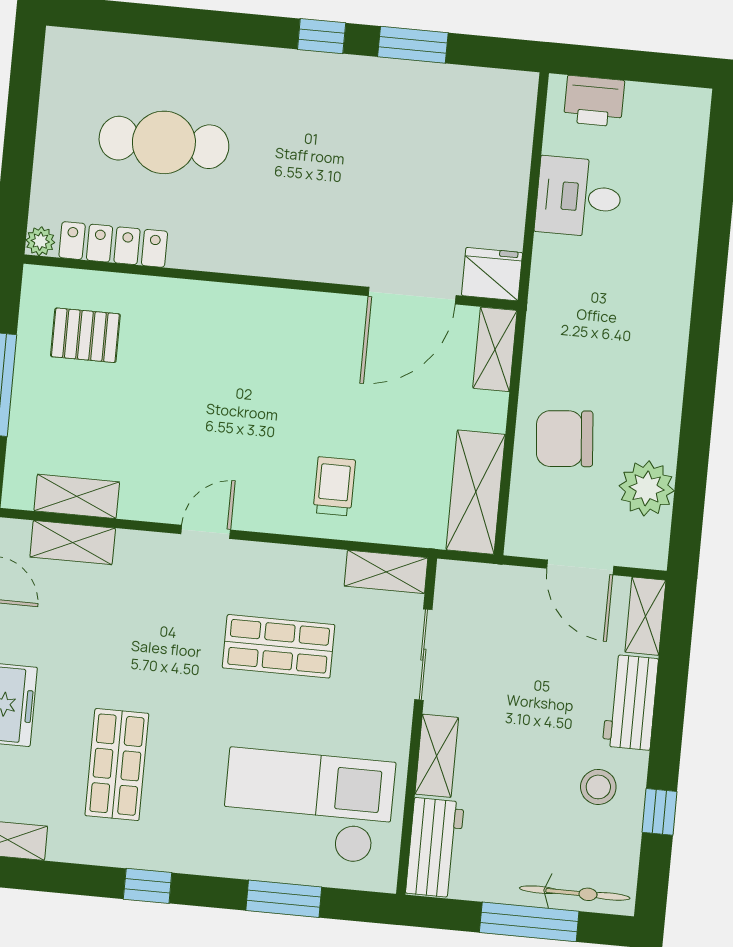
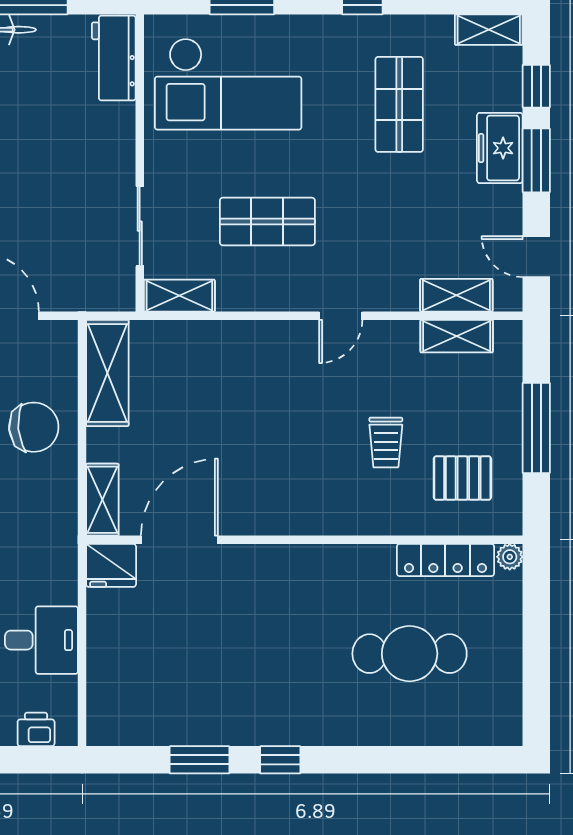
printer: (594, 101) -> (36, 729), width x0.73, depth x0.81
trolley: (334, 486) -> (386, 442), moved
shelving: (437, 756) -> (120, 139), removed

